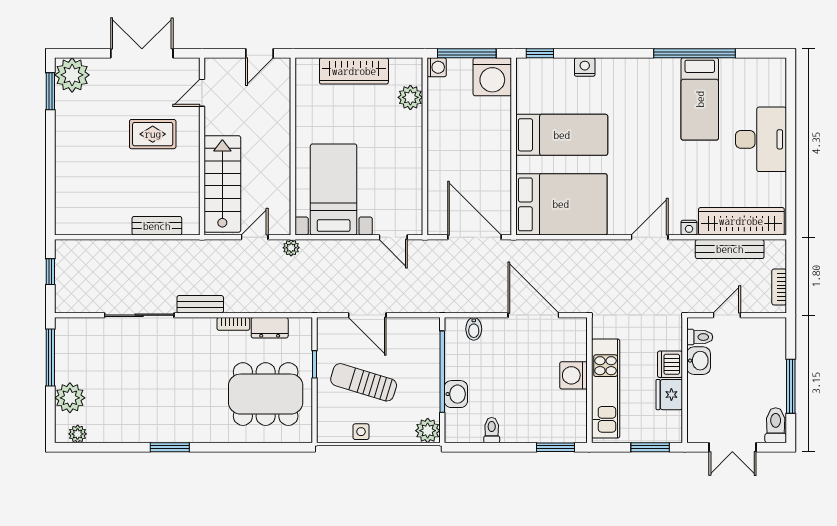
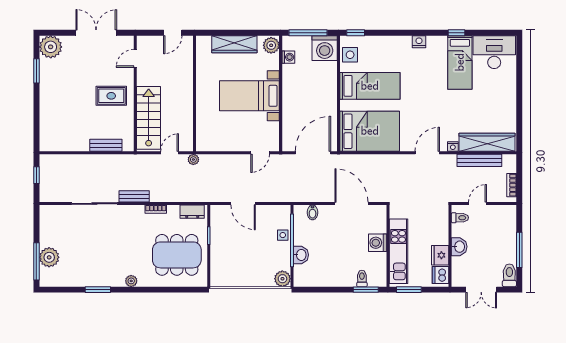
window: (695, 53) -> (456, 33), width x0.32
washing machine: (437, 67) -> (288, 57), moved
nightstand: (585, 67) -> (419, 42), moved
side table: (531, 87) -> (350, 55), added
window: (50, 91) -> (36, 71), moved
plant: (410, 97) -> (271, 45), moved
rug: (153, 134) -> (111, 96), moved
desk: (761, 139) -> (494, 52), moved, turned -90
bed with nightstands: (334, 190) -> (249, 96), moved, turned -90
door: (393, 237) -> (260, 153), hinge flipped
door: (474, 237) -> (313, 153), hinge flipped
dresser: (270, 328) -> (192, 212), moved
window: (50, 357) -> (36, 261), moved
washbasin: (699, 361) -> (459, 247), moved
dishwasher: (670, 364) -> (441, 275), moved
sun lounger: (364, 382) -> (241, 247), removed
toilet: (492, 430) -> (362, 278), moved
side table: (361, 432) -> (283, 235), moved
plant: (78, 434) -> (131, 281), moved
window: (170, 447) -> (98, 290), moved
window: (650, 447) -> (409, 290), moved

